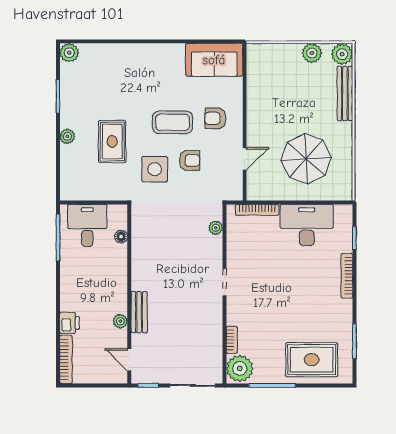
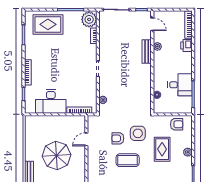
armchair: (215, 118) -> (177, 124), moved
parasol: (306, 159) -> (57, 155), moved
desk: (87, 225) -> (180, 85), moved, turned -90

